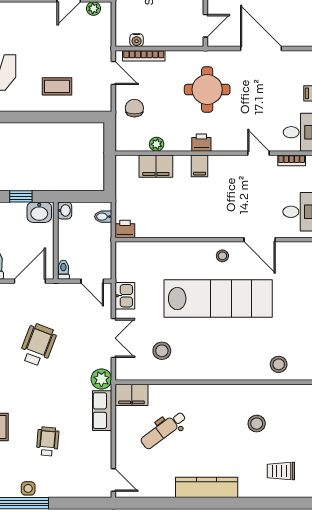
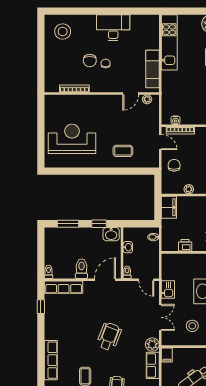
filing cabinet: (156, 166) -> (169, 207), moved, turned -90
washbasin: (65, 210) -> (128, 247), moved
printer: (125, 229) -> (185, 245), moved
wheelchair: (38, 345) -> (109, 337), moved
filing cabinet: (132, 395) -> (167, 355), width x0.50

